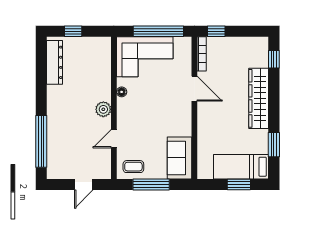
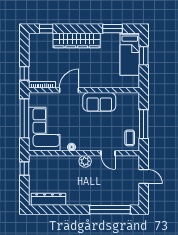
window: (73, 31) -> (24, 169), moved
sofa: (180, 158) -> (99, 102), moved

